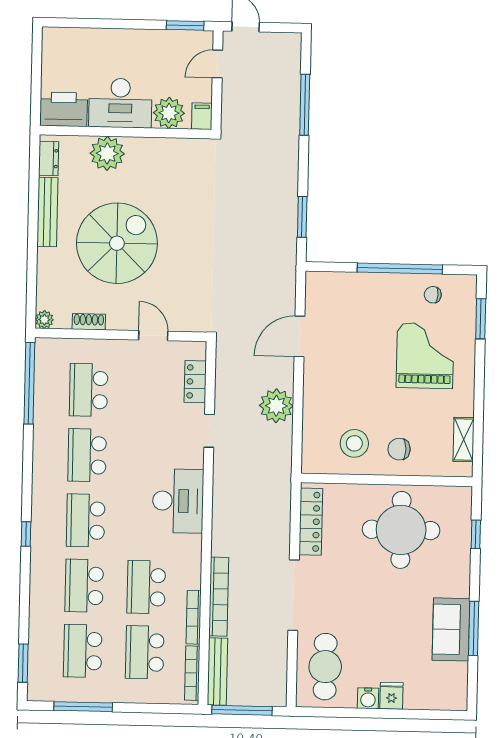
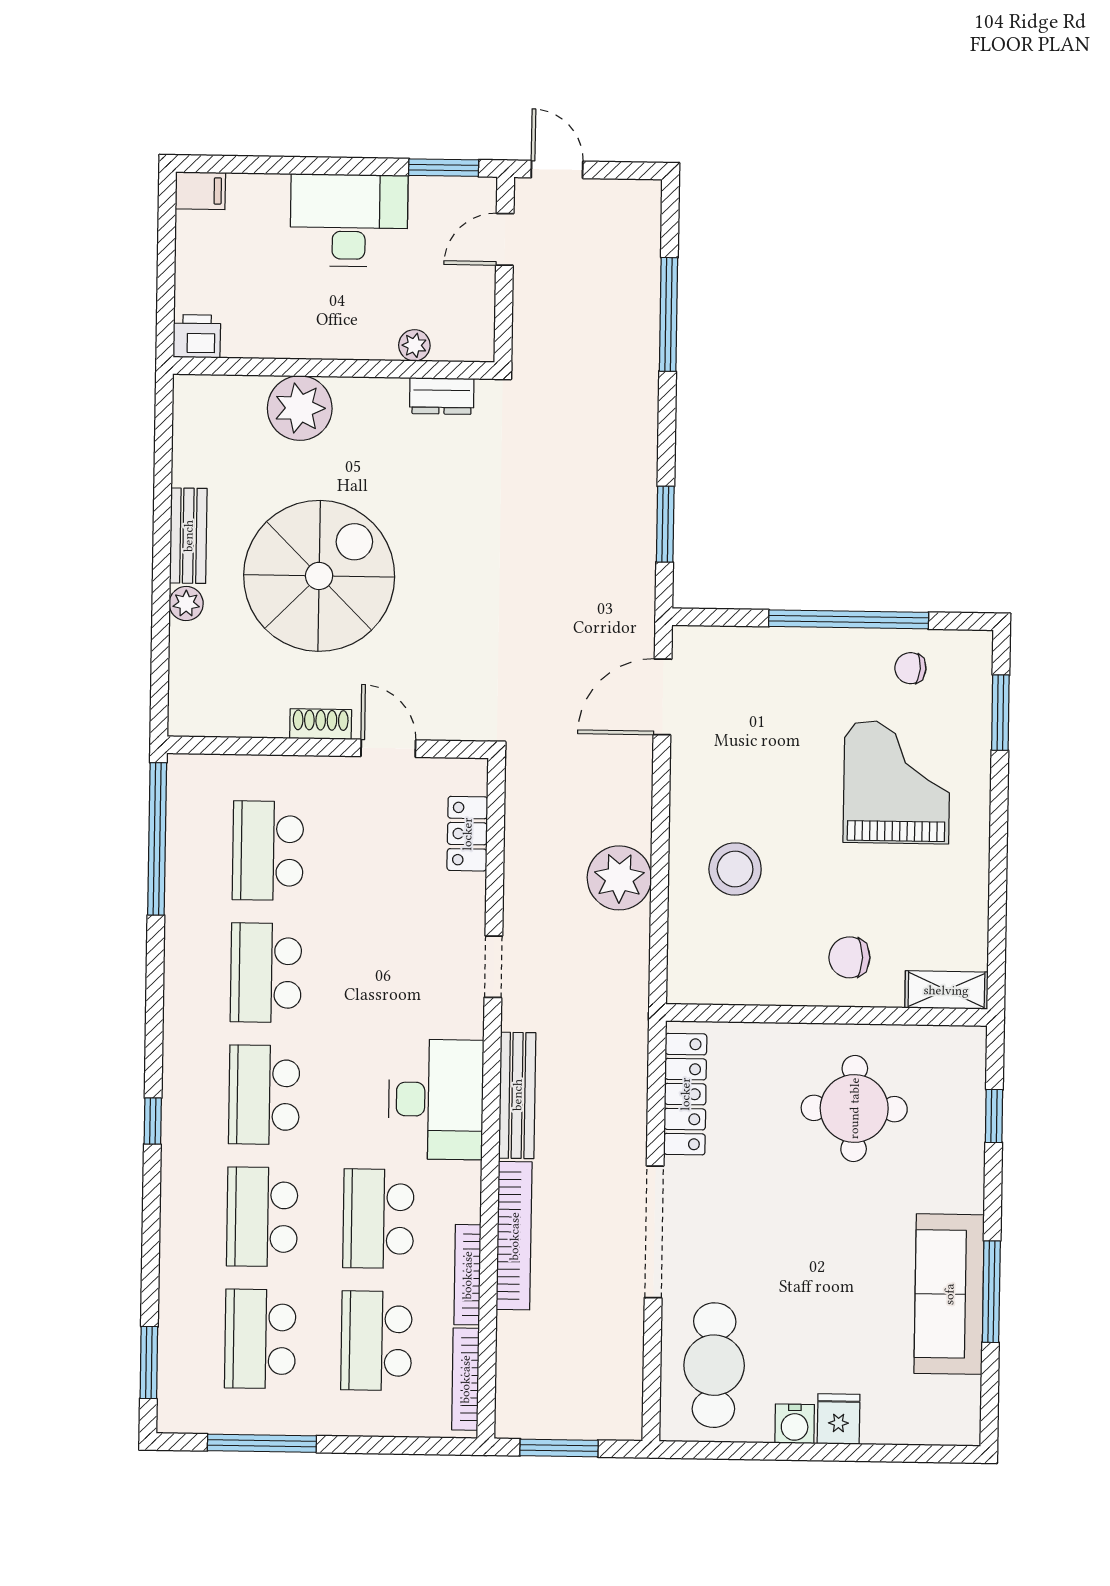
desk: (120, 103) -> (349, 220), moved, turned 180
printer: (64, 109) -> (197, 336), width x0.53, depth x0.68
plant: (169, 113) -> (414, 345), width x0.53, depth x0.53
filing cabinet: (202, 116) -> (200, 191), moved, turned 90
dresser: (49, 158) -> (442, 396), moved, turned 90
bench: (47, 212) -> (188, 536), width x0.73
plant: (44, 320) -> (186, 604), moved
shoe rack: (89, 322) -> (321, 724), moved
door: (299, 336) -> (662, 697), moved
doorway: (209, 431) -> (493, 967), moved
shelving: (464, 440) -> (946, 990), moved, turned 90
stool: (354, 443) -> (735, 869), moved
desk: (178, 501) -> (436, 1099), moved
round table: (401, 530) -> (854, 1108), width x0.73, depth x0.73
sofa: (451, 629) -> (949, 1294), width x1.36
bench: (217, 672) -> (517, 1095), moved
window: (242, 710) -> (559, 1448), width x0.69

